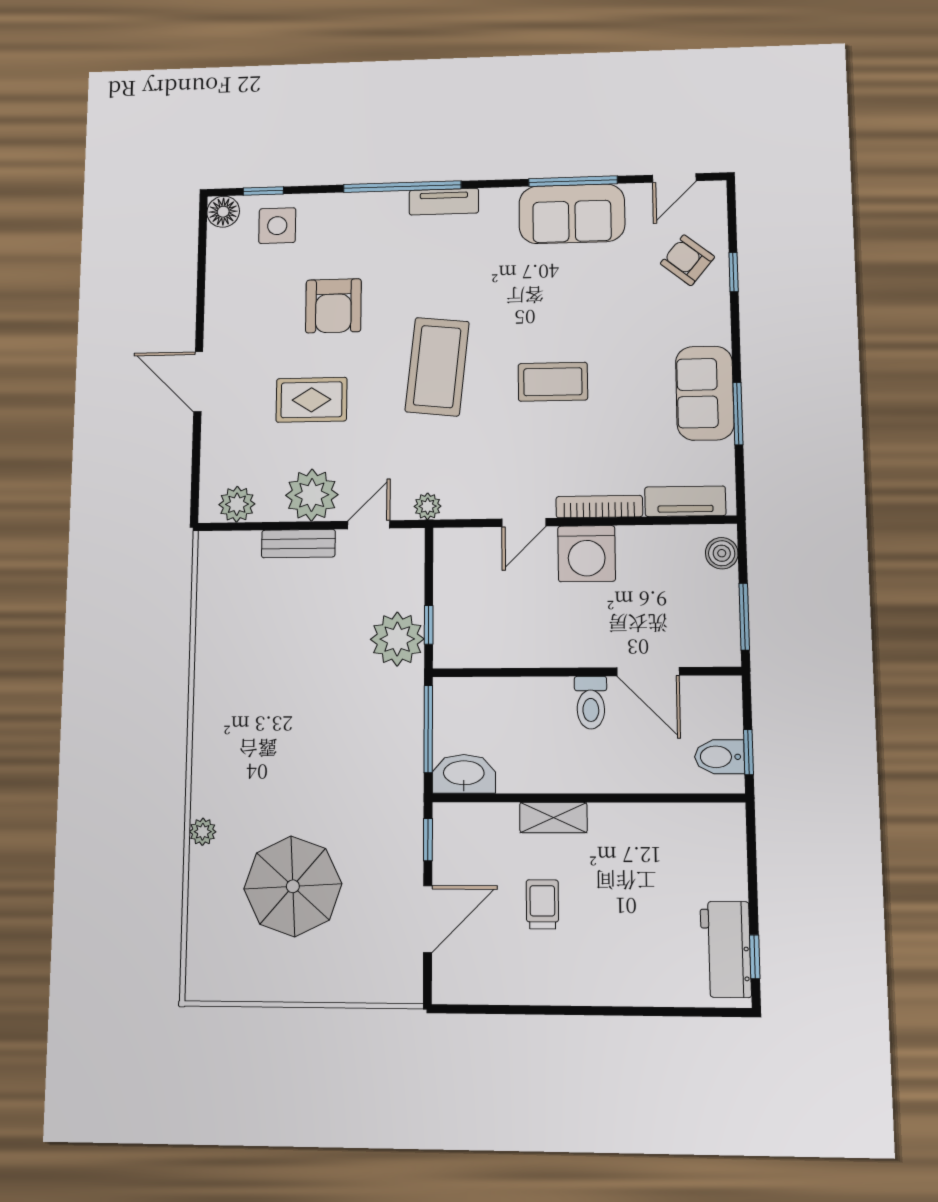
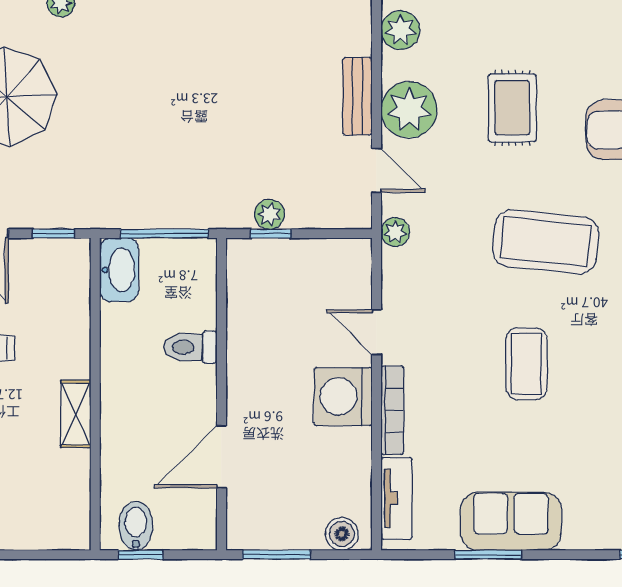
plant: (397, 639) -> (269, 214), width x0.53, depth x0.53
toilet: (591, 703) -> (190, 347), moved
shelving: (553, 818) -> (76, 414), moved

